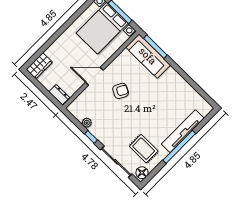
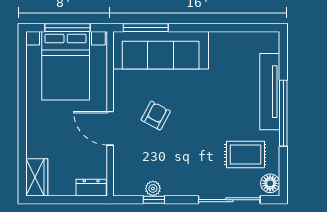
sofa: (148, 56) -> (161, 50), width x1.36, depth x1.27
door: (94, 76) -> (110, 128), hinge flipped
window: (91, 137) -> (154, 200), moved

